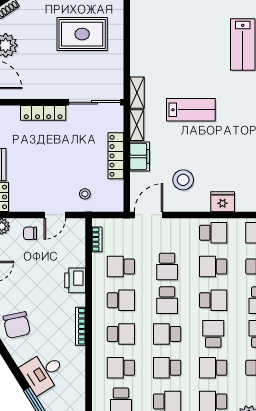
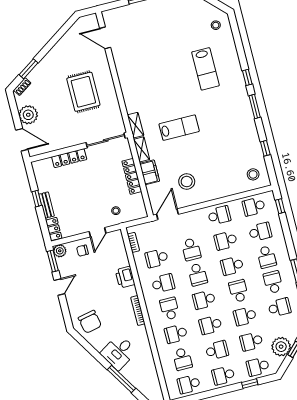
rug: (82, 34) -> (83, 92), turned 90
fridge: (223, 202) -> (220, 190), removed
school desk: (213, 300) -> (232, 266), turned 180
school desk: (121, 334) -> (170, 309), turned -90

